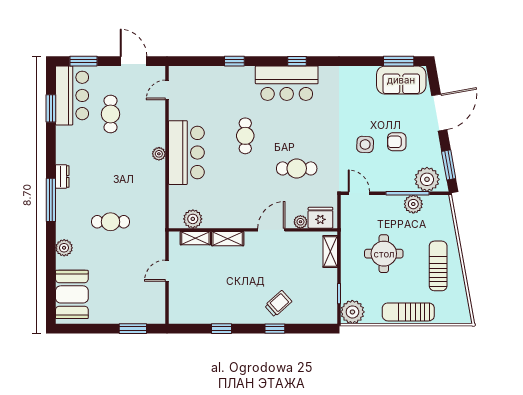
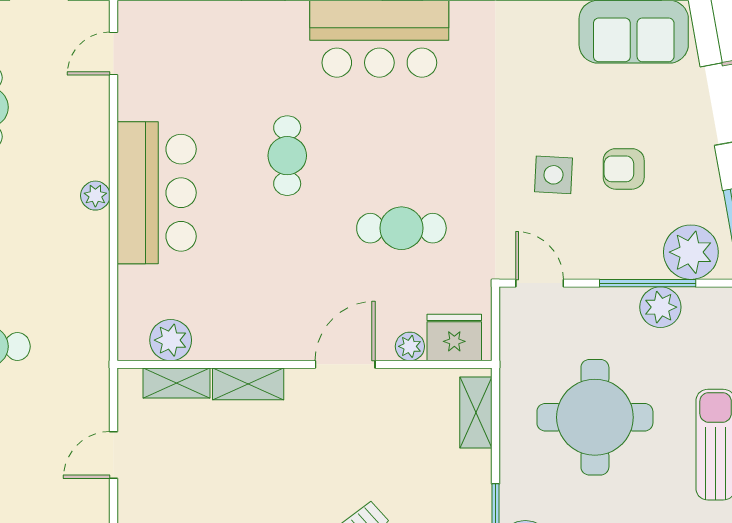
round table: (384, 254) -> (595, 417), width x1.36, depth x1.36

